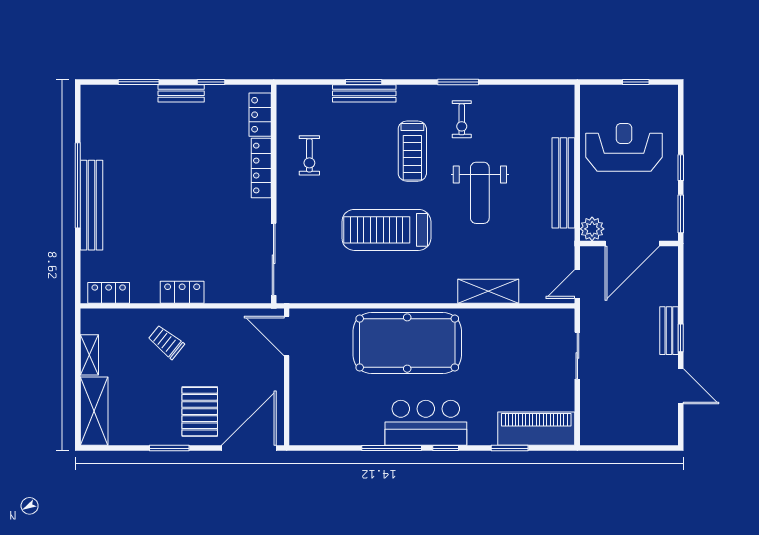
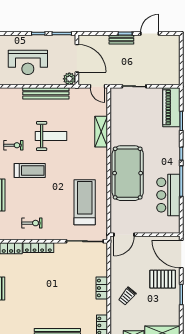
reception desk: (624, 147) -> (28, 62), turned -90
treadmill: (386, 230) -> (85, 202), moved, turned 180
bar counter: (426, 423) -> (168, 195), moved

